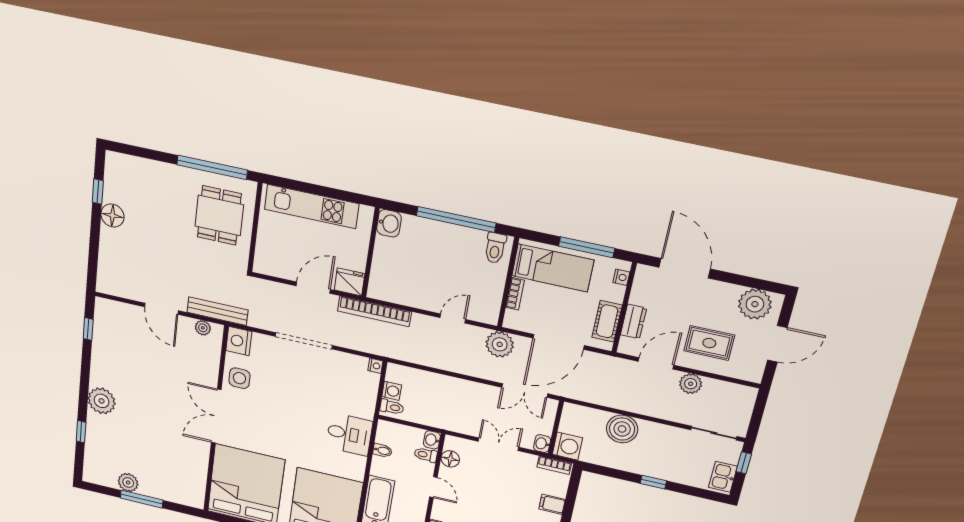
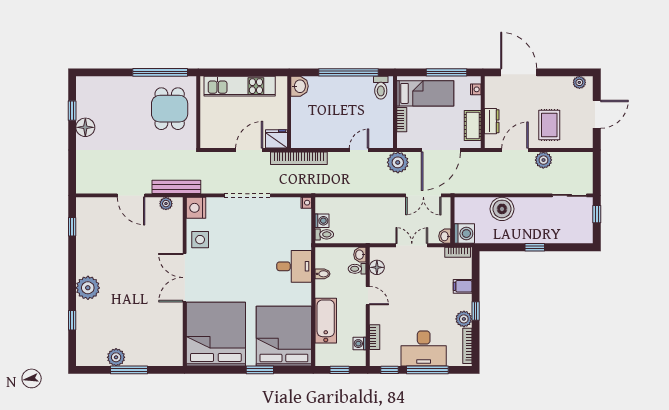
plant: (755, 304) -> (579, 82), width x0.53, depth x0.53
rug: (709, 343) -> (549, 125), turned 90
kitchen sink: (723, 477) -> (585, 230), removed

